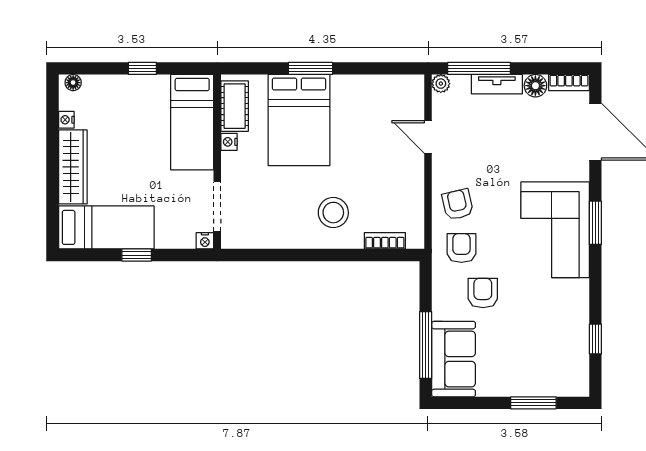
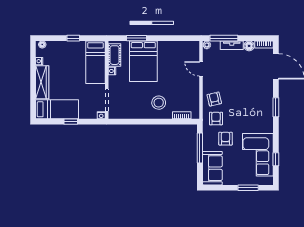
window: (310, 68) -> (137, 38), moved
corner sofa: (555, 230) -> (258, 155), moved
window: (426, 345) -> (200, 148), moved

